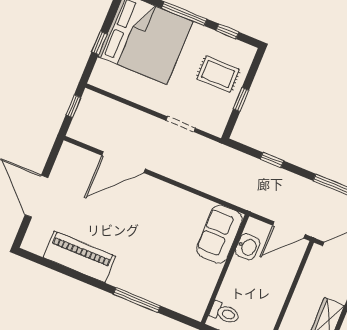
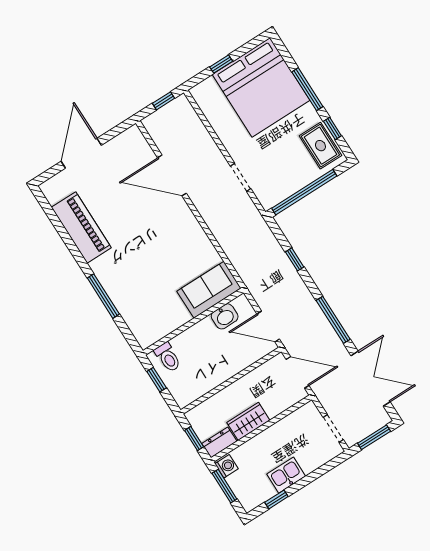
rug: (218, 74) -> (320, 146), moved
window: (241, 100) -> (304, 192), width x3.17

